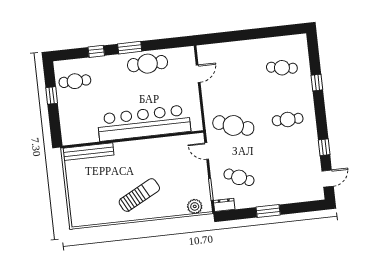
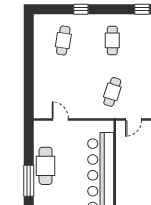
window: (130, 48) -> (29, 181), width x1.44
cafe table: (233, 126) -> (112, 92), width x0.73, depth x0.74

